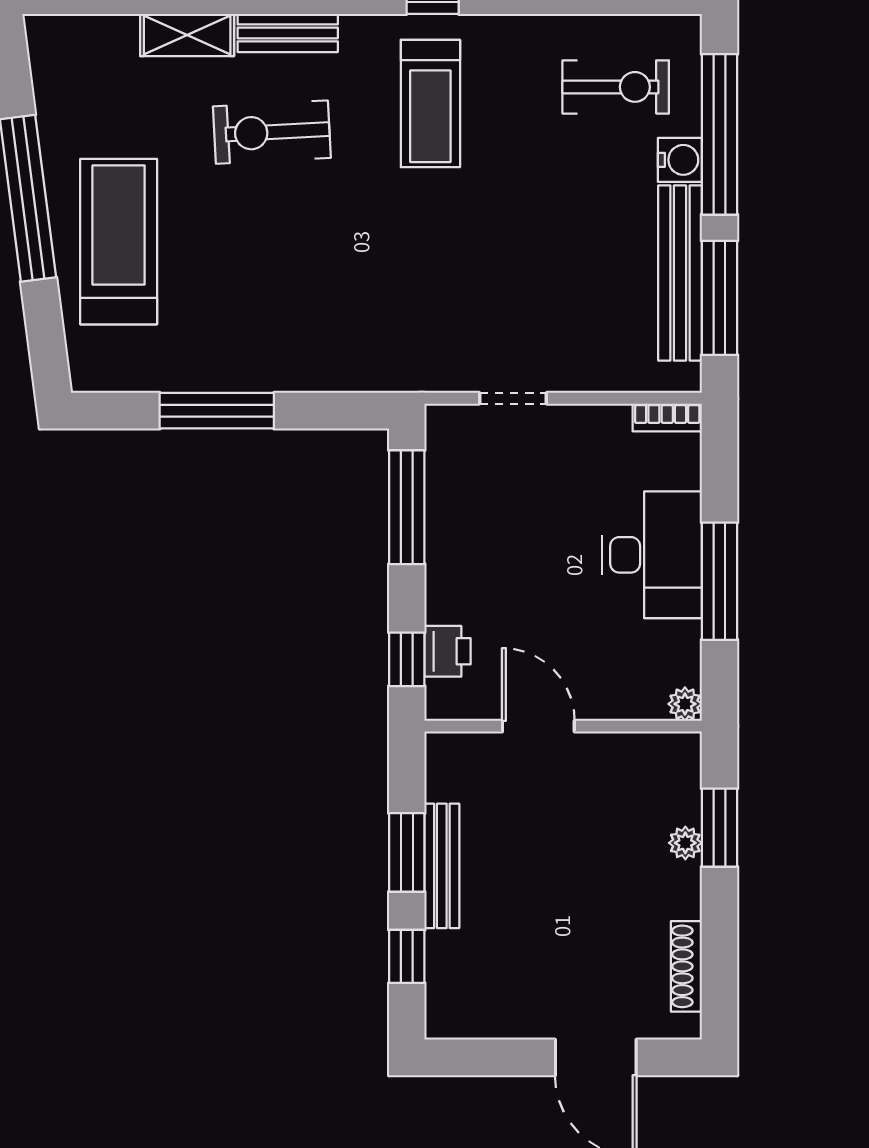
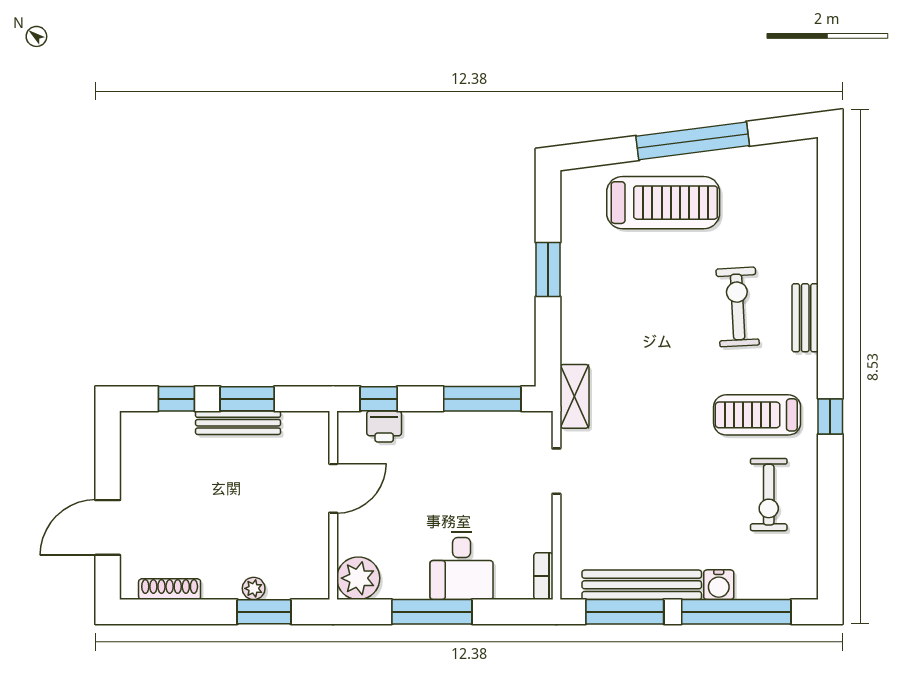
shelving: (187, 35) -> (574, 396), moved
exercise bike: (616, 87) -> (769, 495), moved
window: (217, 411) -> (548, 269), width x0.69
desk: (652, 555) -> (462, 566), width x0.73
plant: (685, 704) -> (358, 578), width x1.88, depth x1.88

